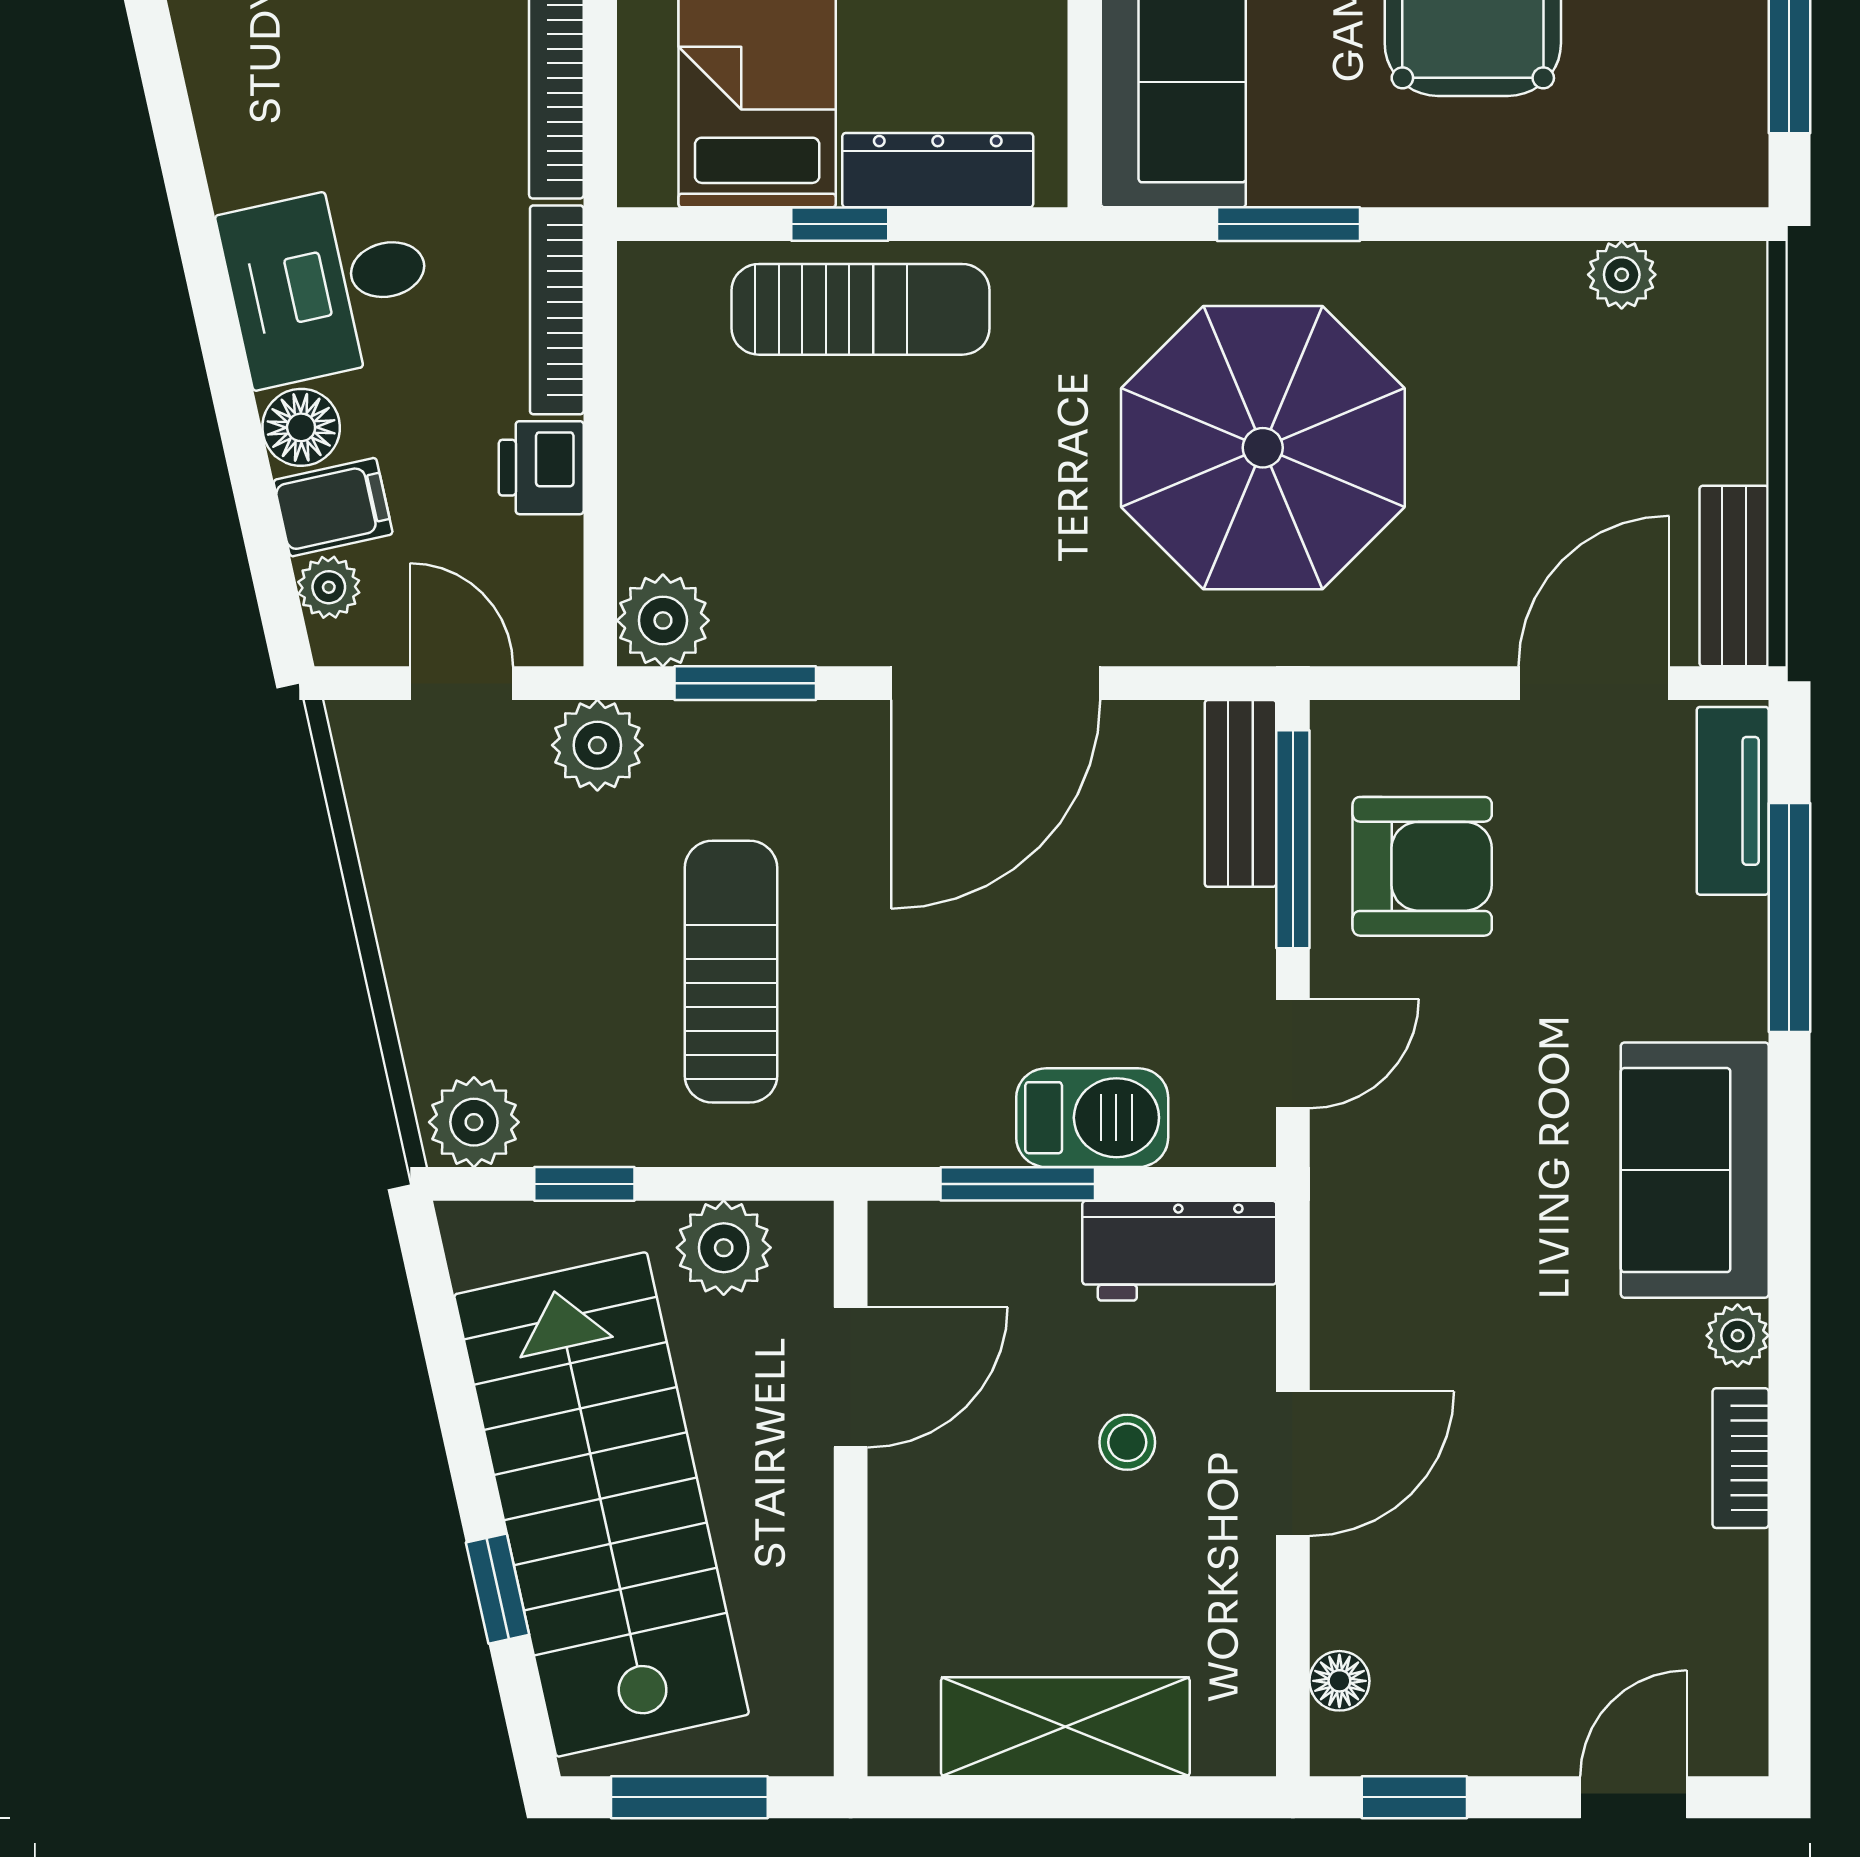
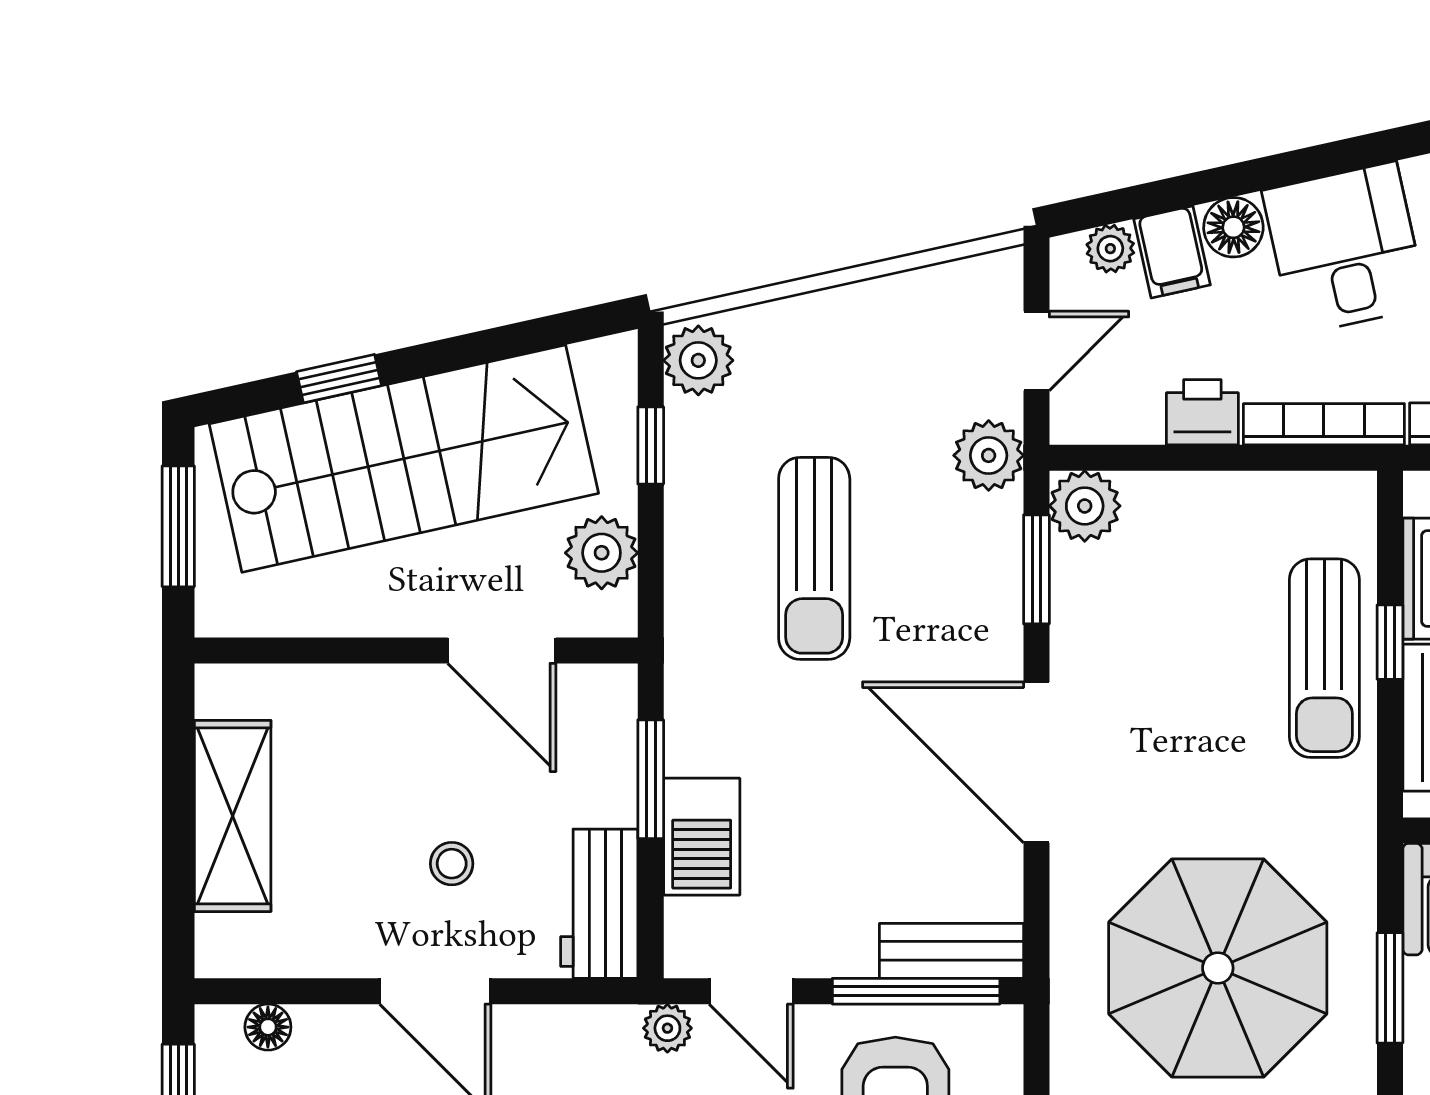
sun lounger: (731, 972) -> (814, 558), turned 90
plant: (1341, 1162) -> (667, 1028), added

